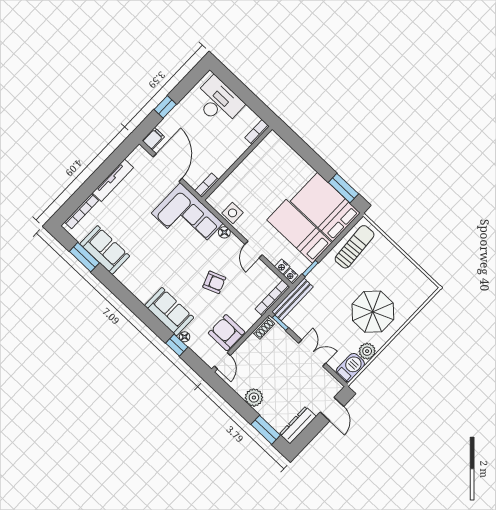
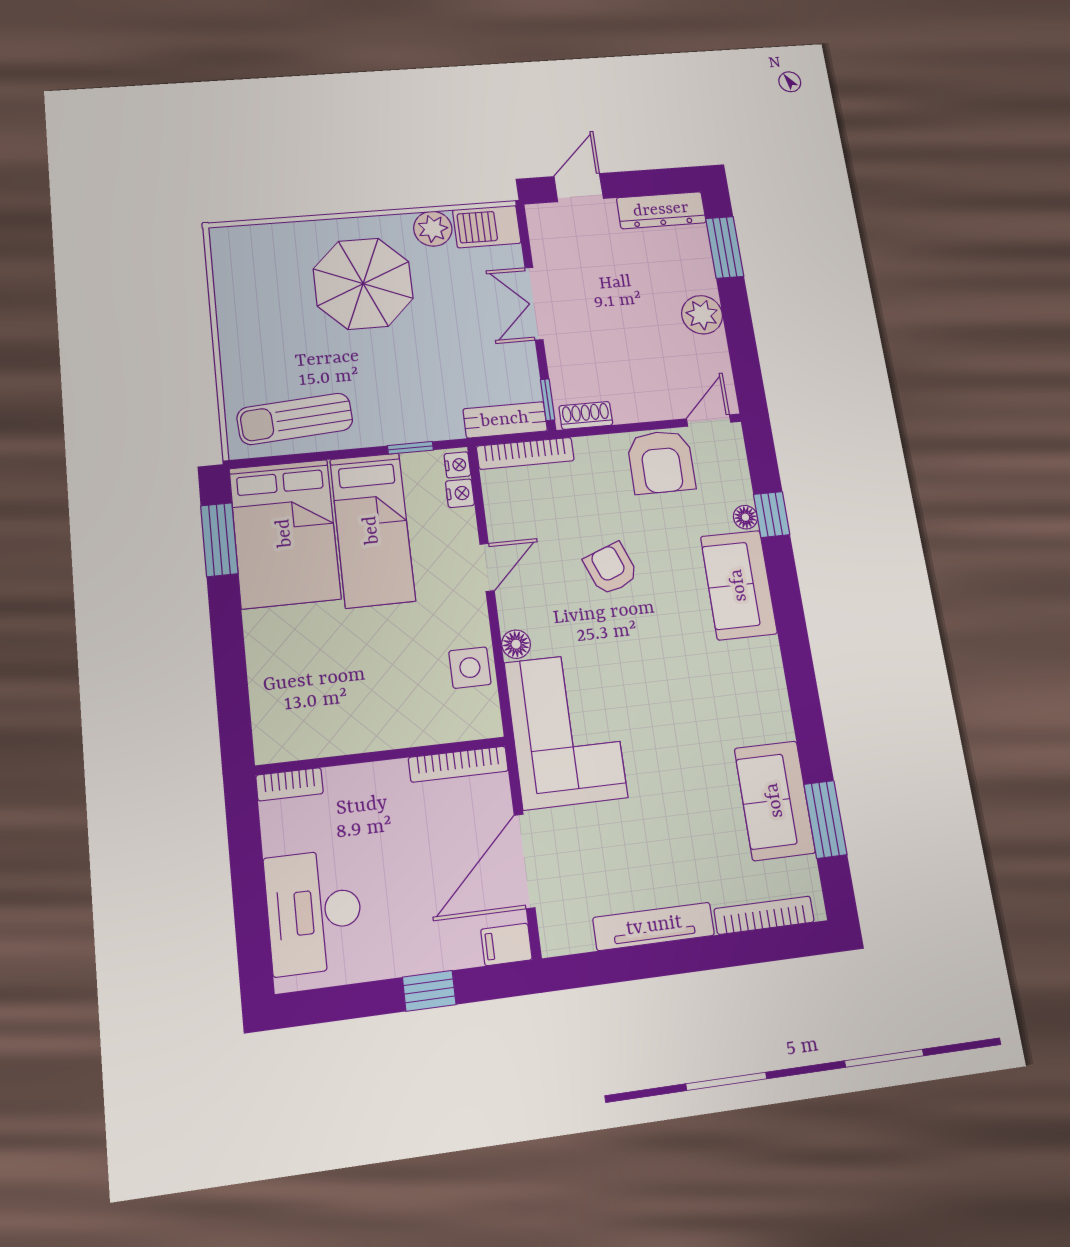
bookcase: (207, 185) -> (458, 764), width x1.56
bench: (292, 299) -> (505, 420), width x0.73

